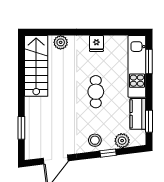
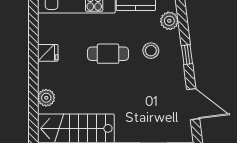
stool: (95, 140) -> (151, 51), moved
window: (108, 153) -> (187, 55), moved

